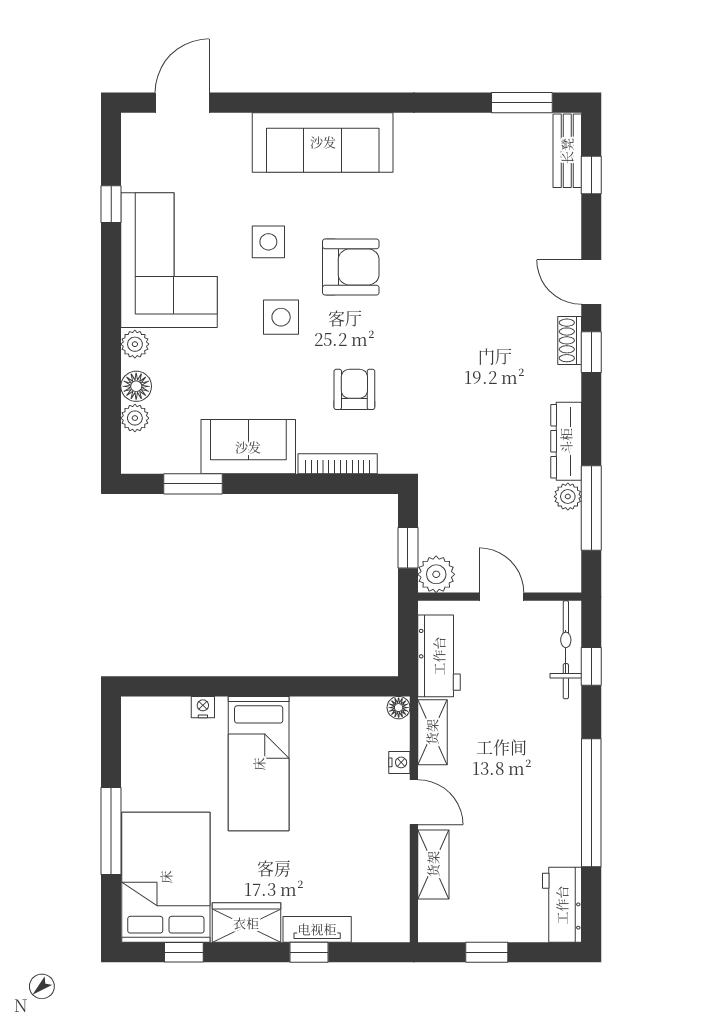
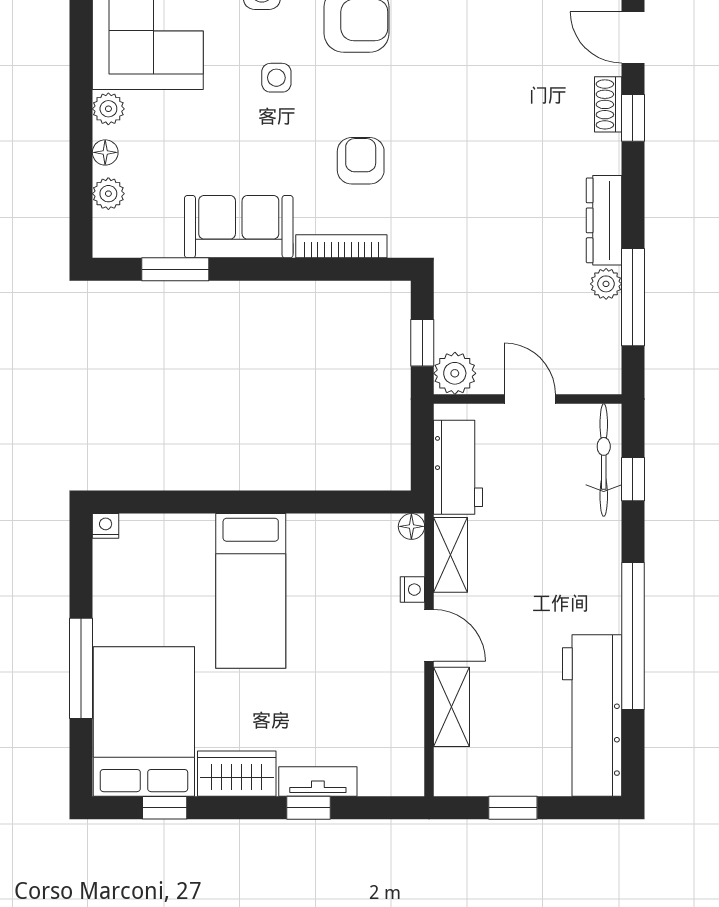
side table: (281, 317) -> (276, 78), width x0.73, depth x0.73
floor lamp: (136, 386) -> (105, 152), width x0.73, depth x0.73
nightstand: (203, 707) -> (106, 526), moved
workbench: (562, 905) -> (592, 715), width x1.88, depth x1.32

